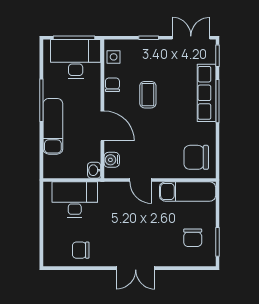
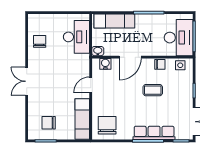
exam couch: (53, 126) -> (114, 21), moved

